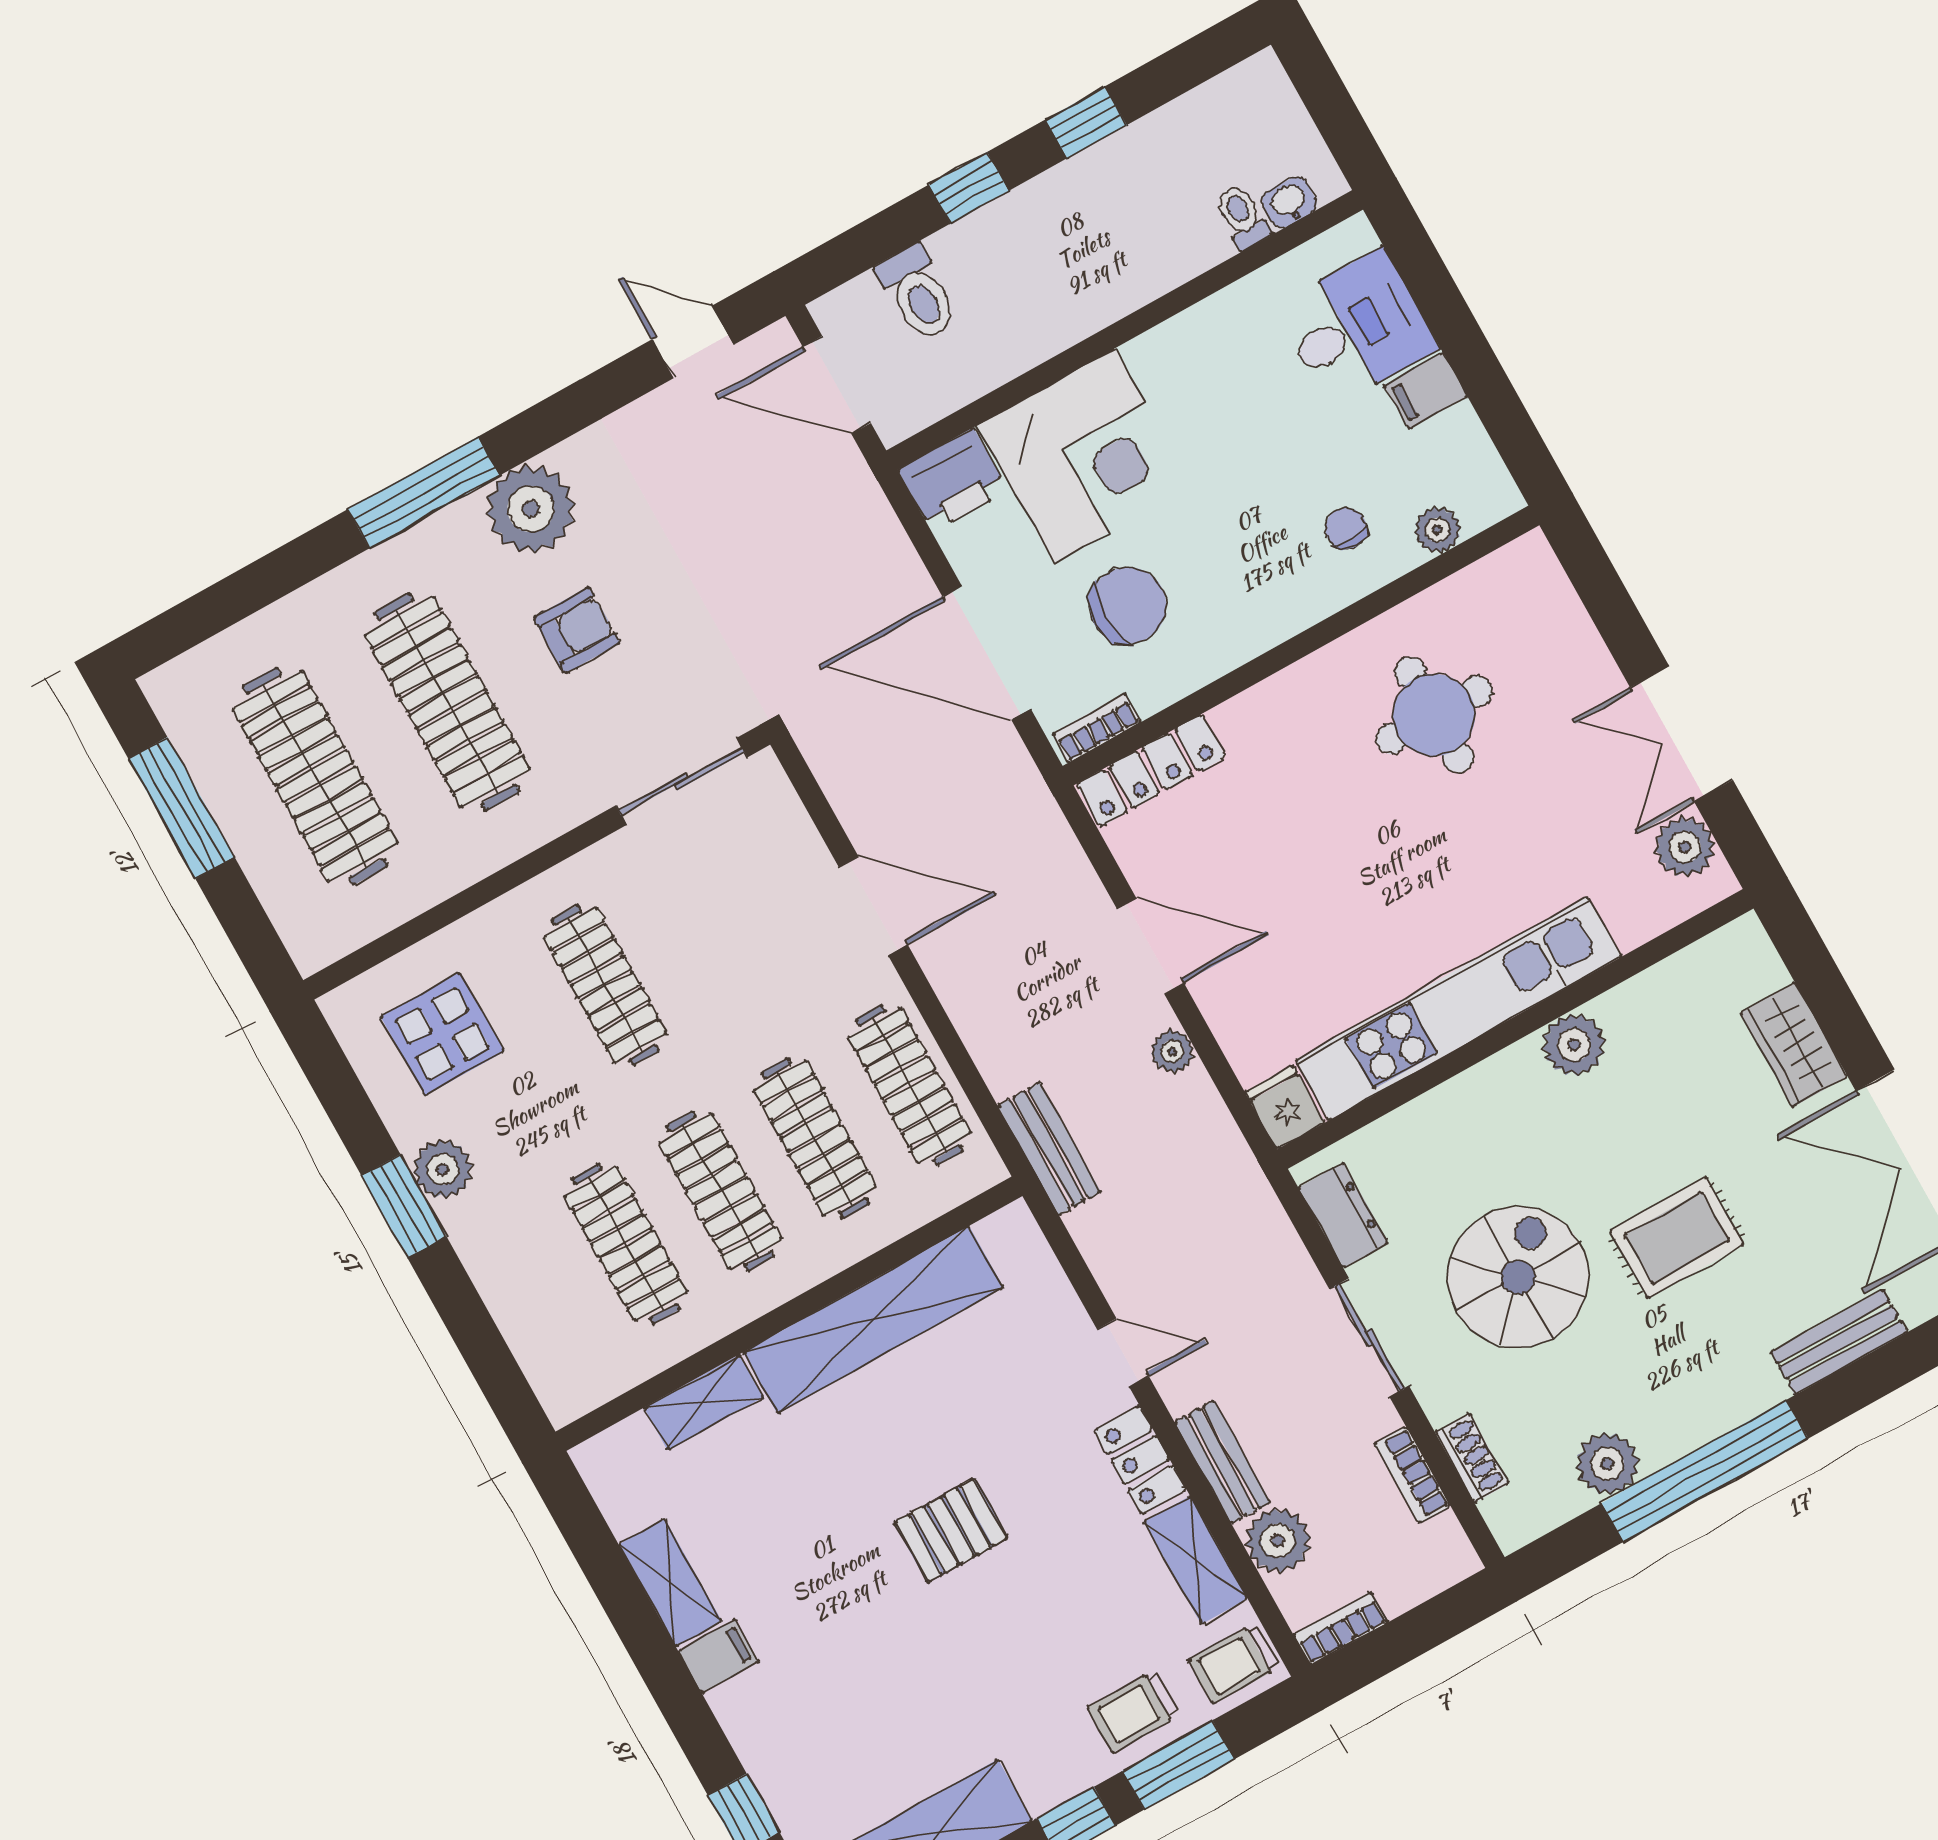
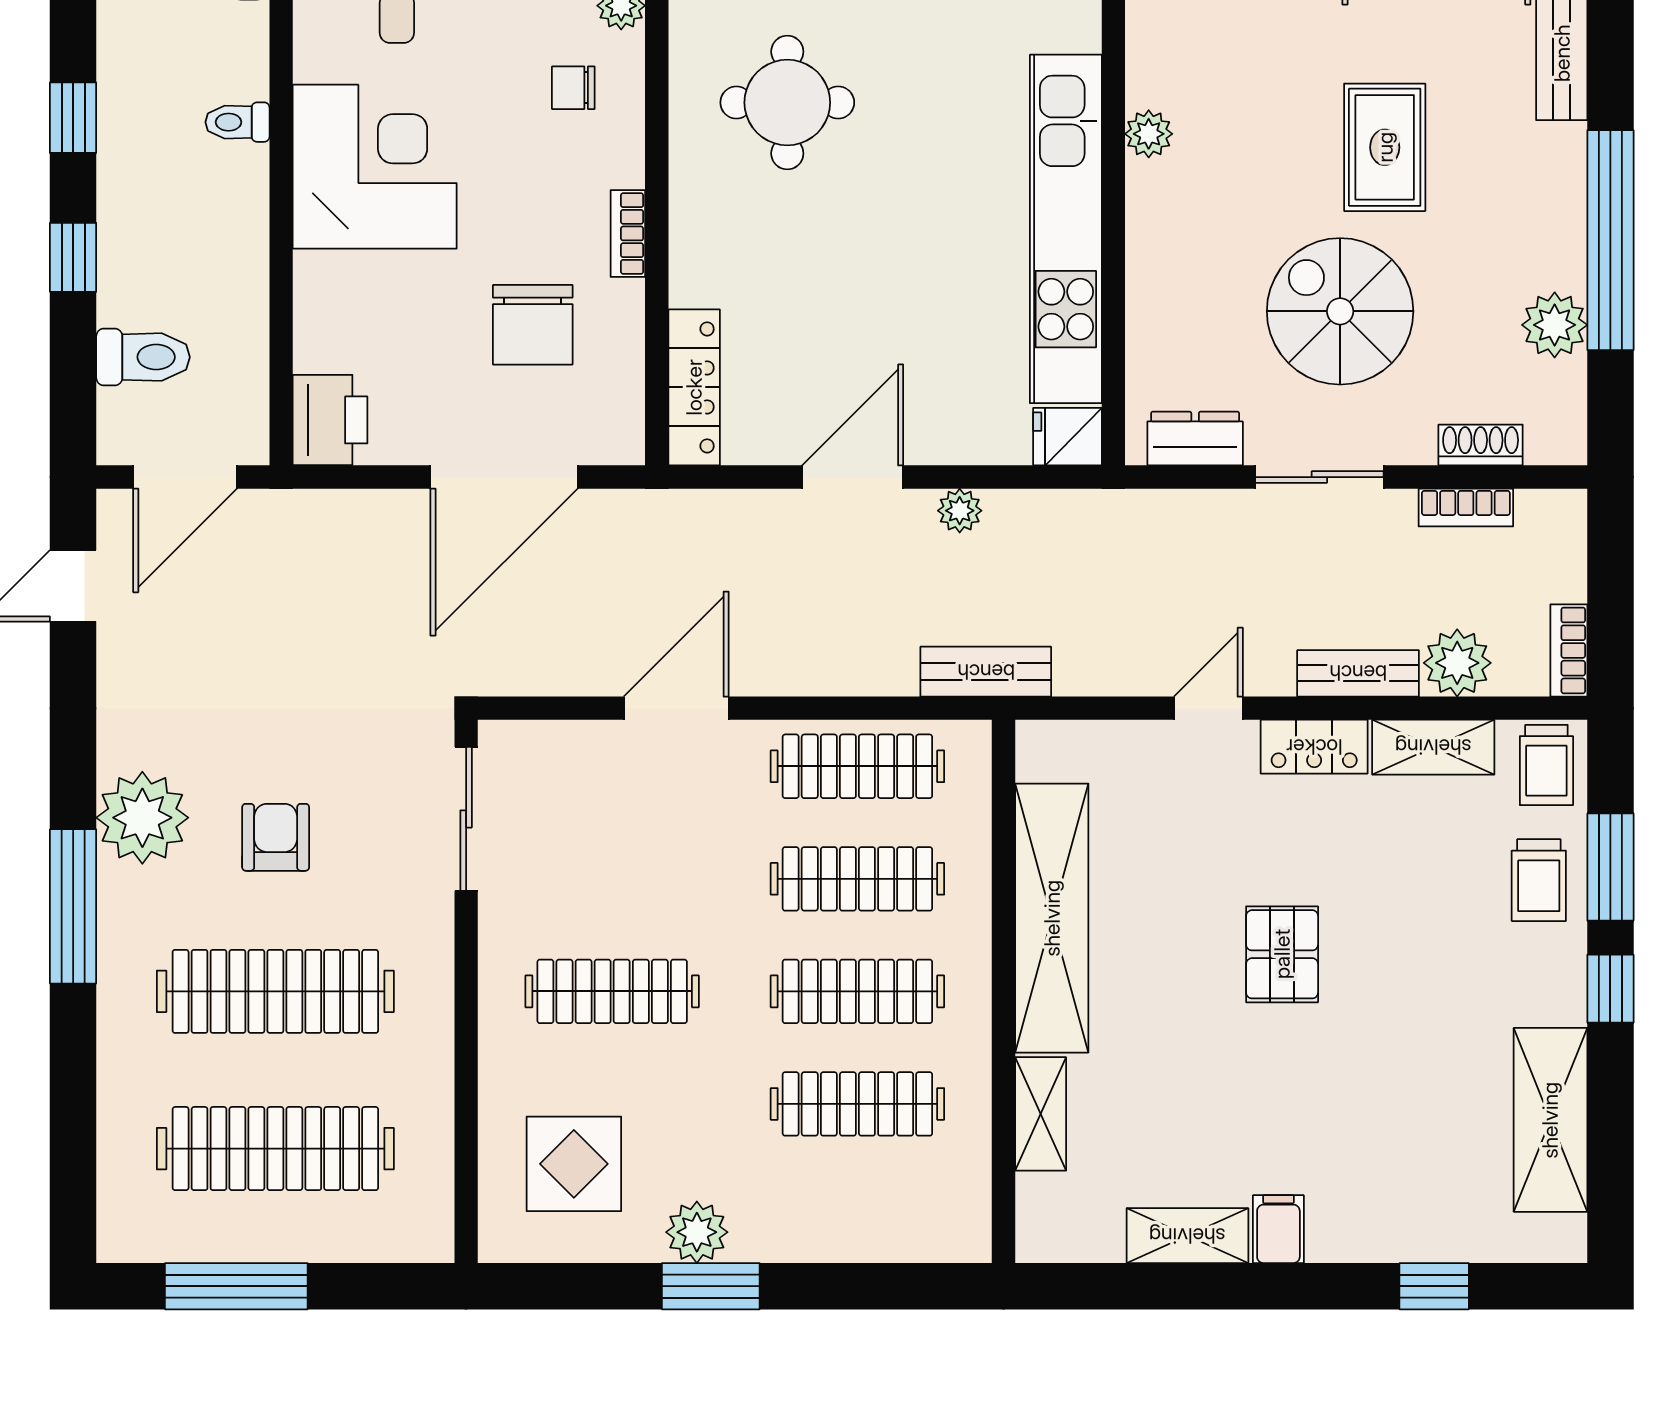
toilet: (1242, 216) -> (237, 122), moved
corner desk: (1084, 456) -> (375, 167), moved
chair: (1128, 605) -> (533, 325), turned 180
bookcase: (1097, 728) -> (628, 233), moved
plant: (1574, 1045) -> (1149, 134), width x0.73, depth x0.73

